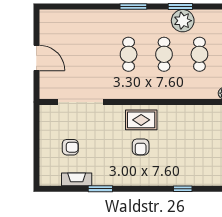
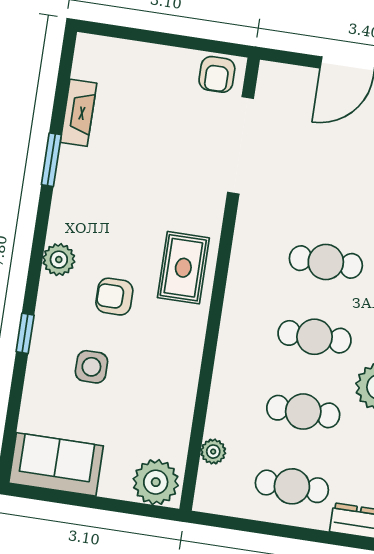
armchair: (70, 147) -> (217, 74), moved
armchair: (141, 147) -> (114, 297), moved
side table: (194, 156) -> (91, 367), added
plant: (146, 178) -> (59, 260), added

